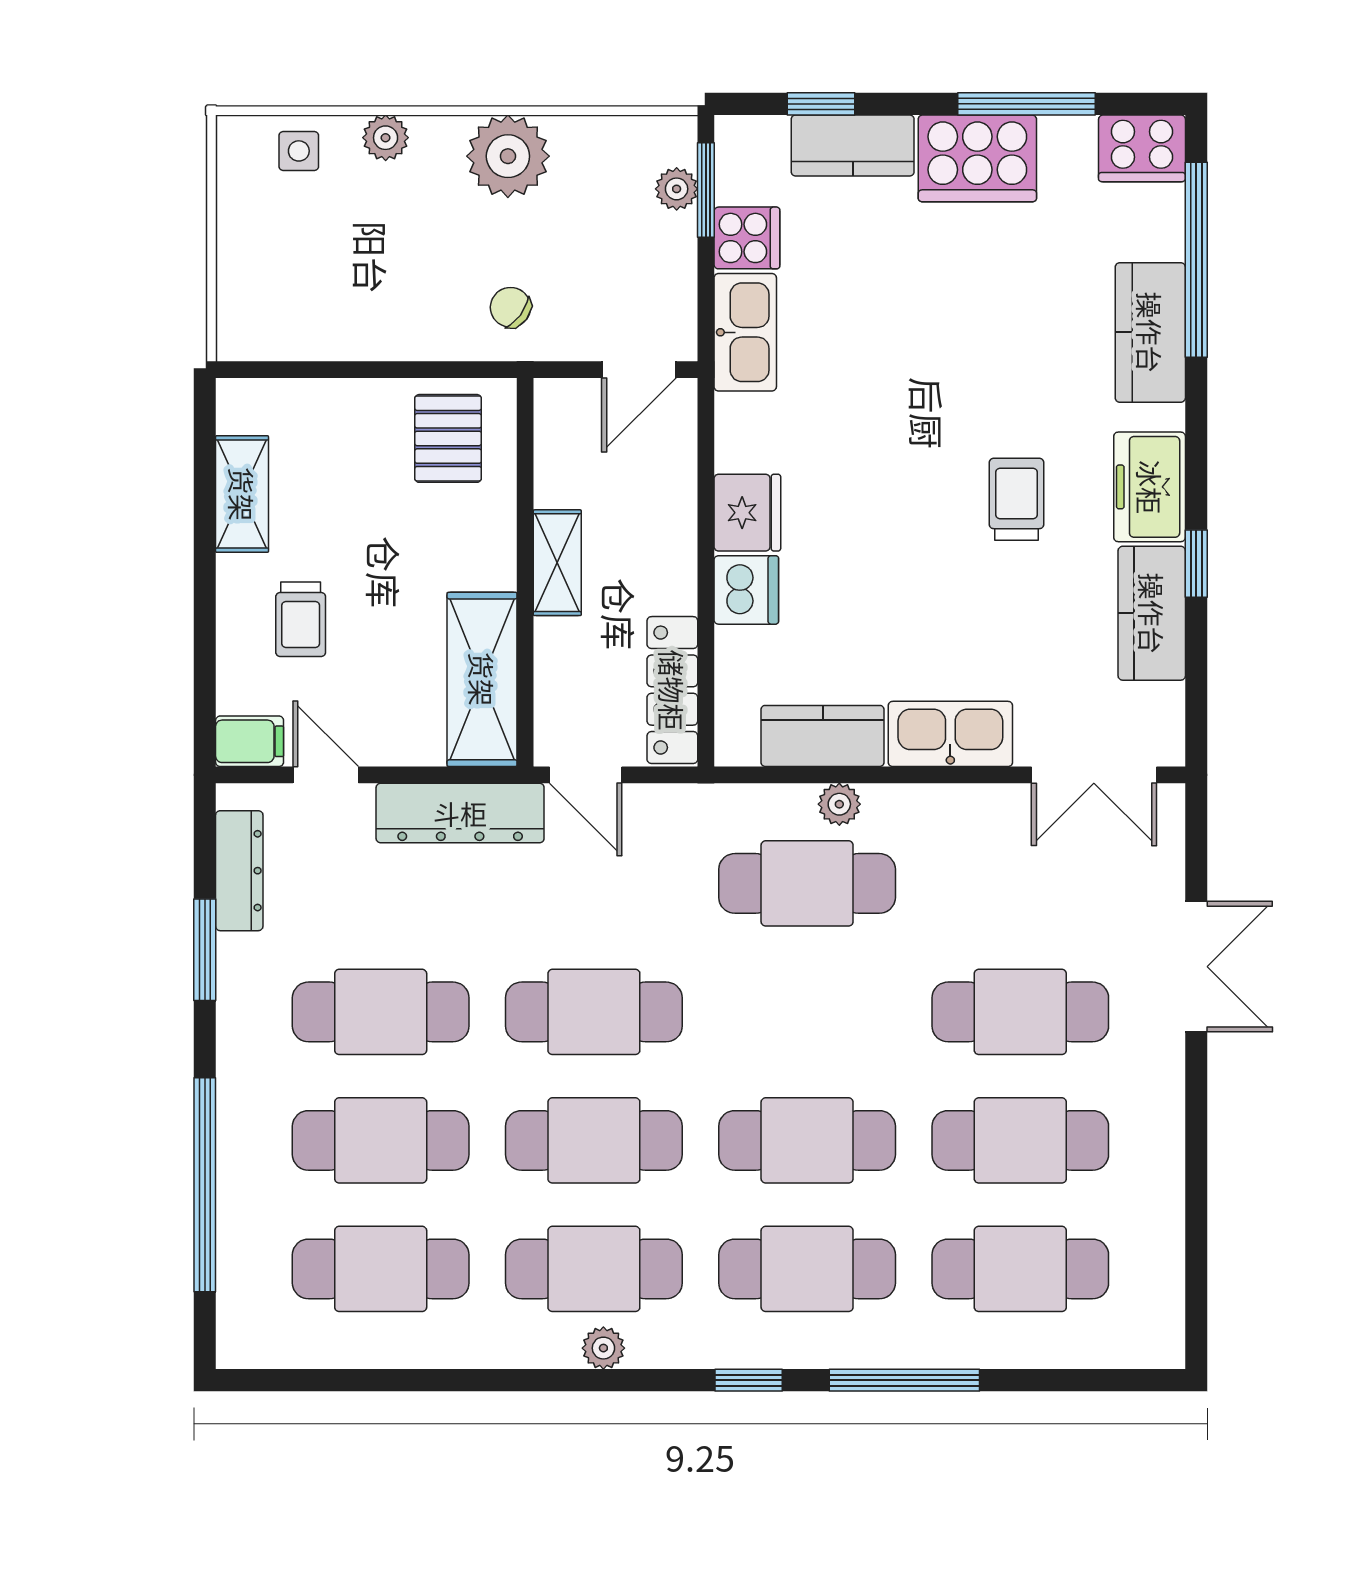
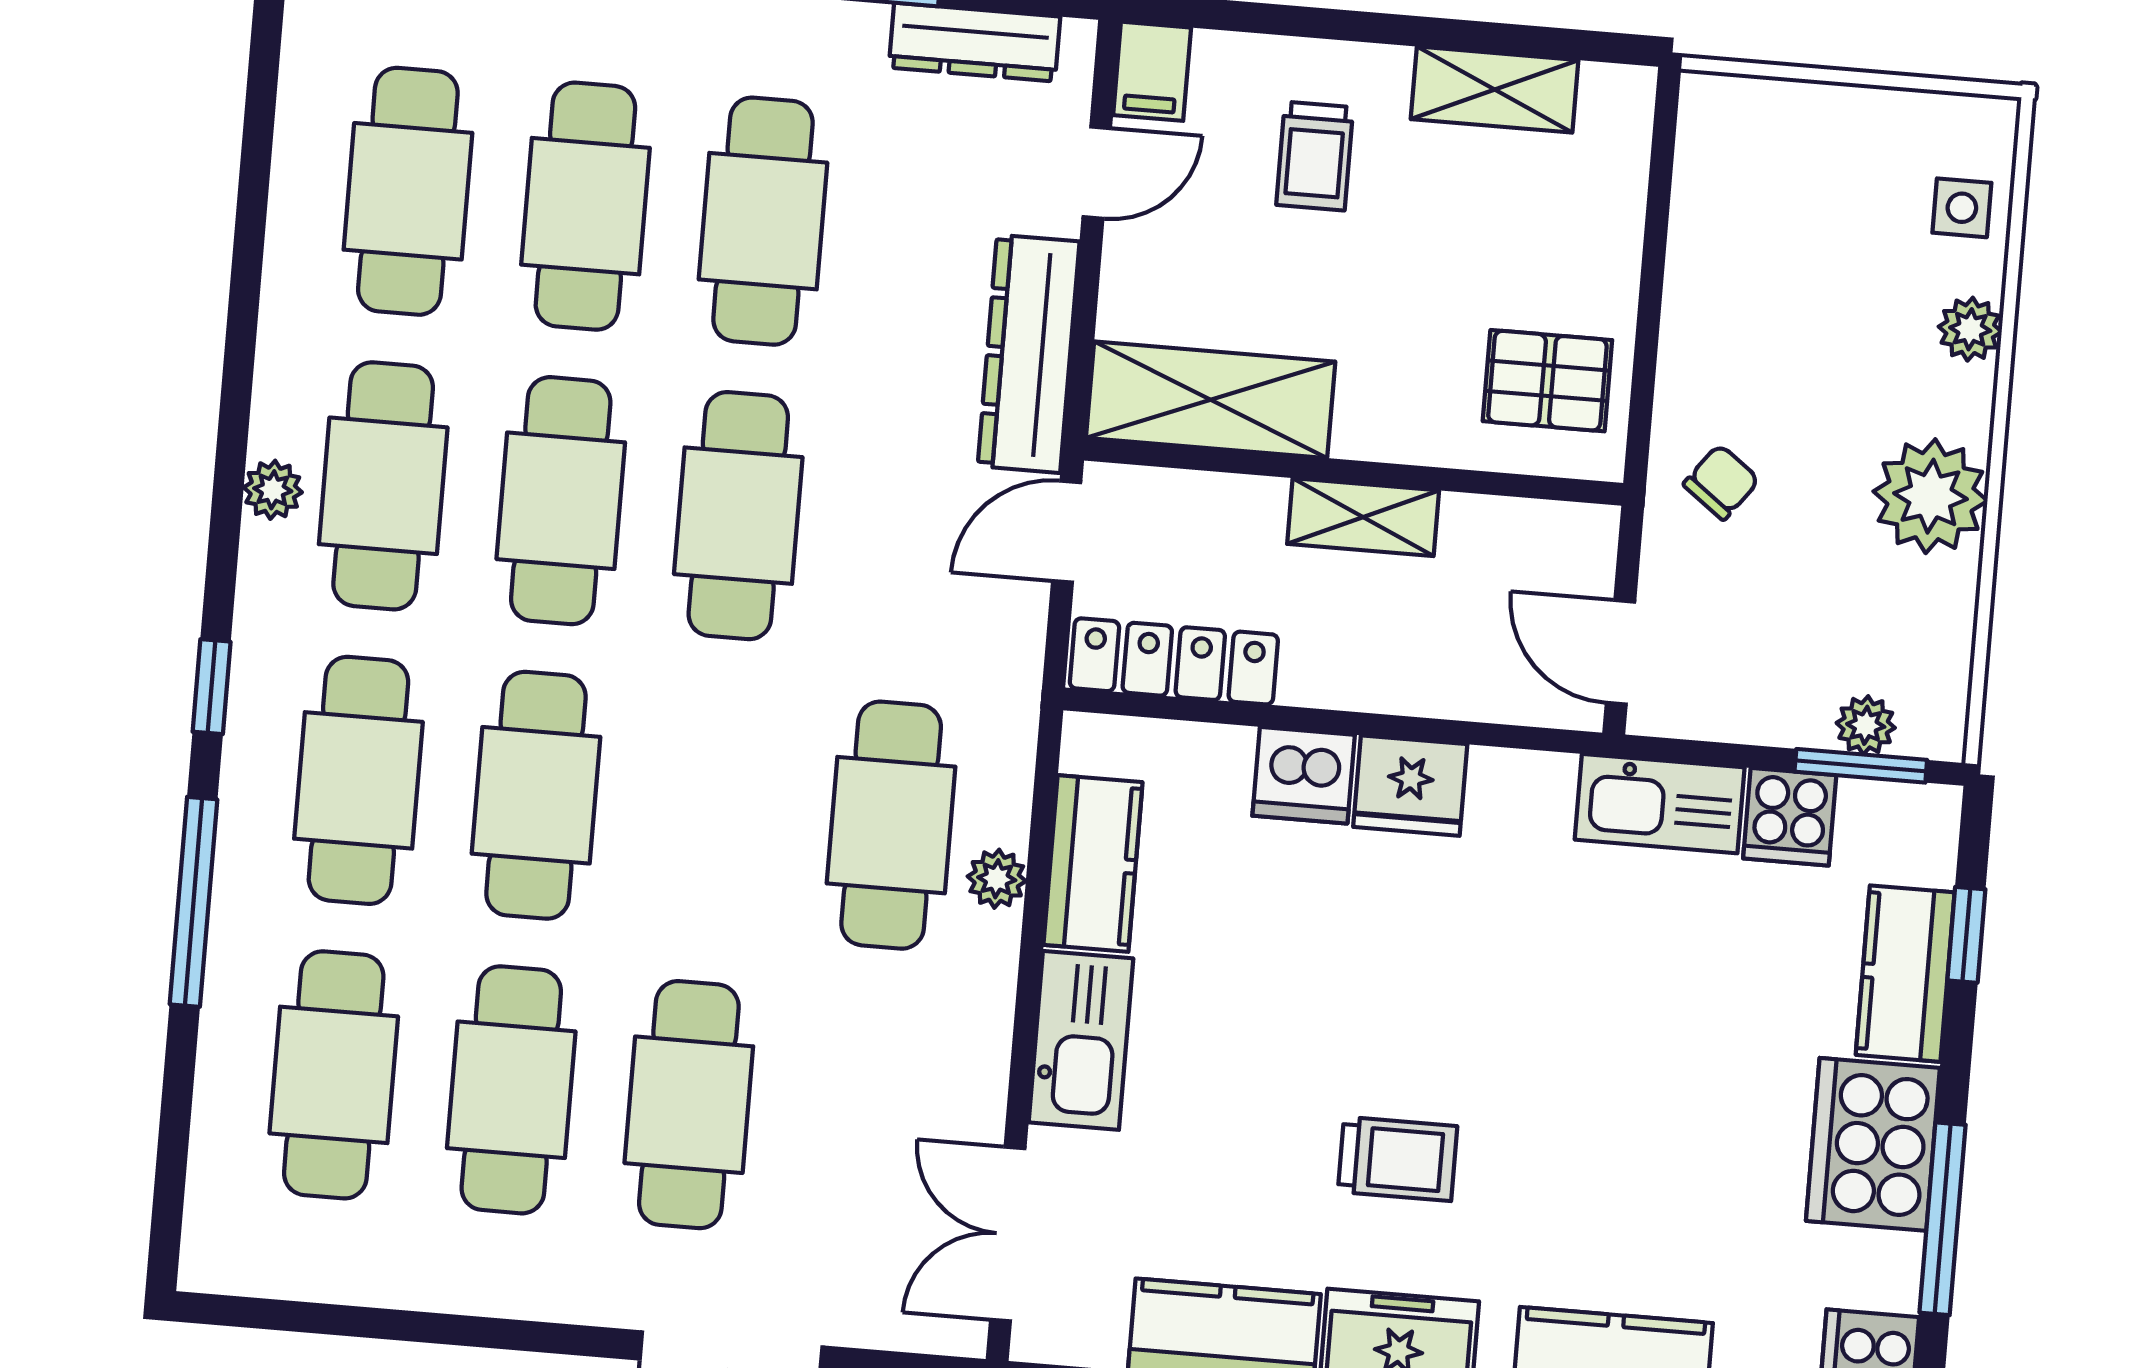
trolley: (301, 619) -> (1315, 156), turned -90

